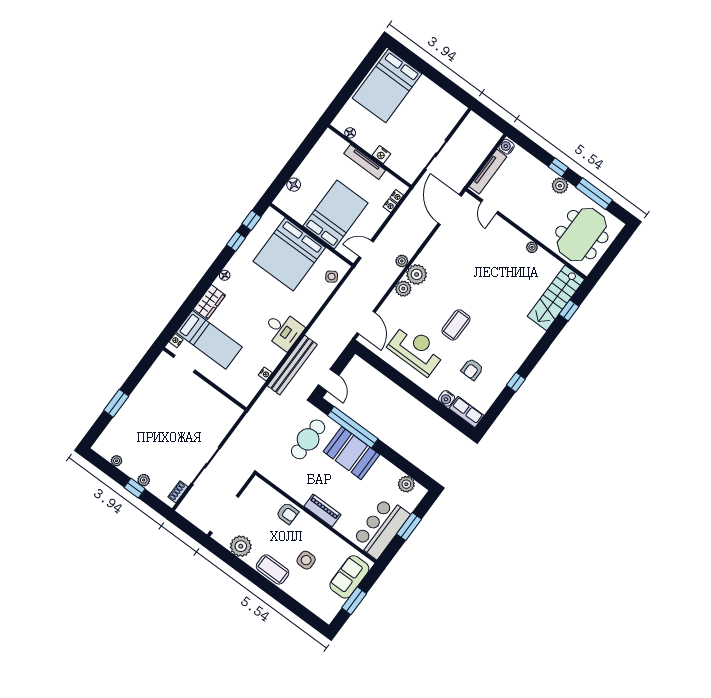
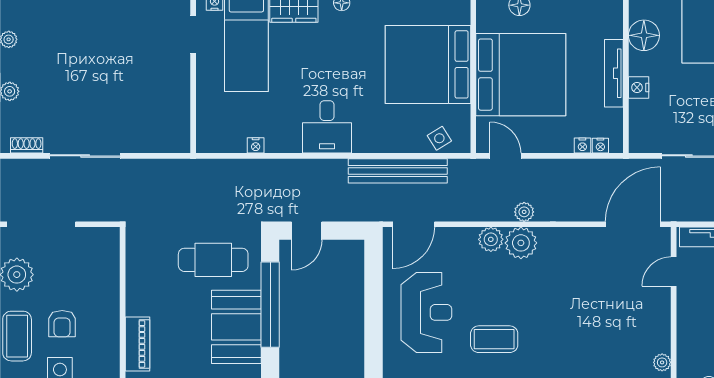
floor lamp: (350, 133) -> (644, 35), width x1.89, depth x1.89
bed: (336, 215) -> (521, 75), width x1.36
bench: (292, 365) -> (398, 171), moved
armchair: (287, 513) -> (62, 324), moved

